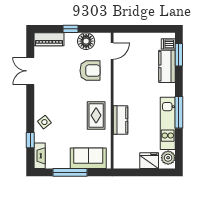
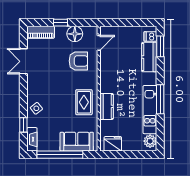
fridge: (149, 161) -> (113, 144), moved
window: (70, 172) -> (60, 155), width x1.46

